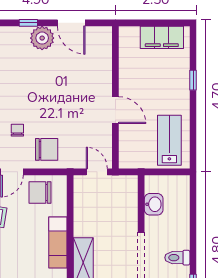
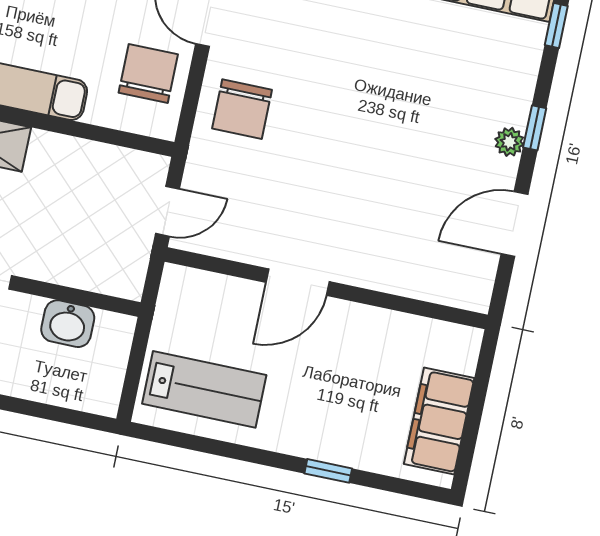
plant: (42, 38) -> (509, 142), width x0.53, depth x0.53
chair: (17, 130) -> (299, 52), removed

